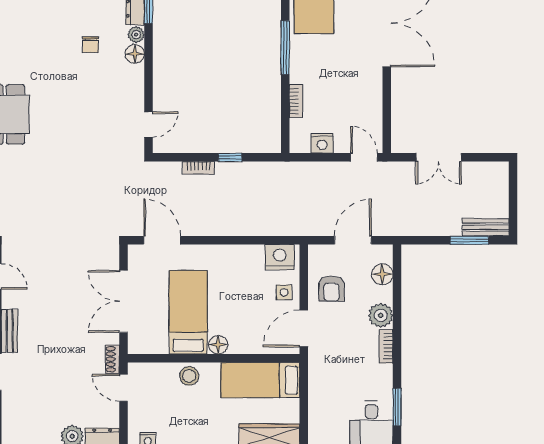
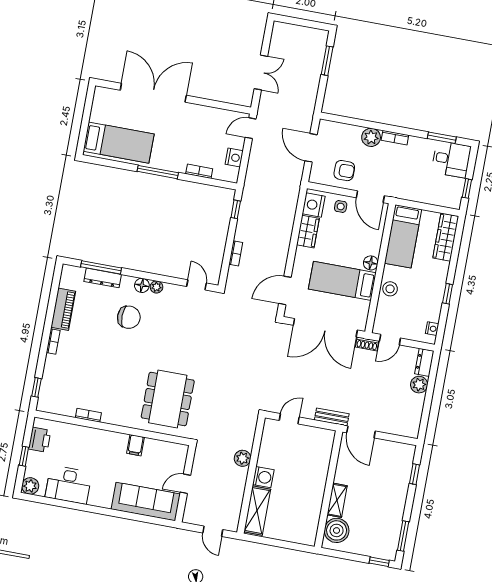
plant: (136, 35) -> (156, 287), moved
chair: (90, 45) -> (129, 317), width x1.87, depth x1.87
window: (230, 157) -> (236, 209), moved
bench: (486, 227) -> (320, 47), removed
wardrobe: (244, 256) -> (308, 232), added
floor lamp: (382, 274) -> (341, 131), removed
double door: (124, 301) -> (325, 328), width x1.36

